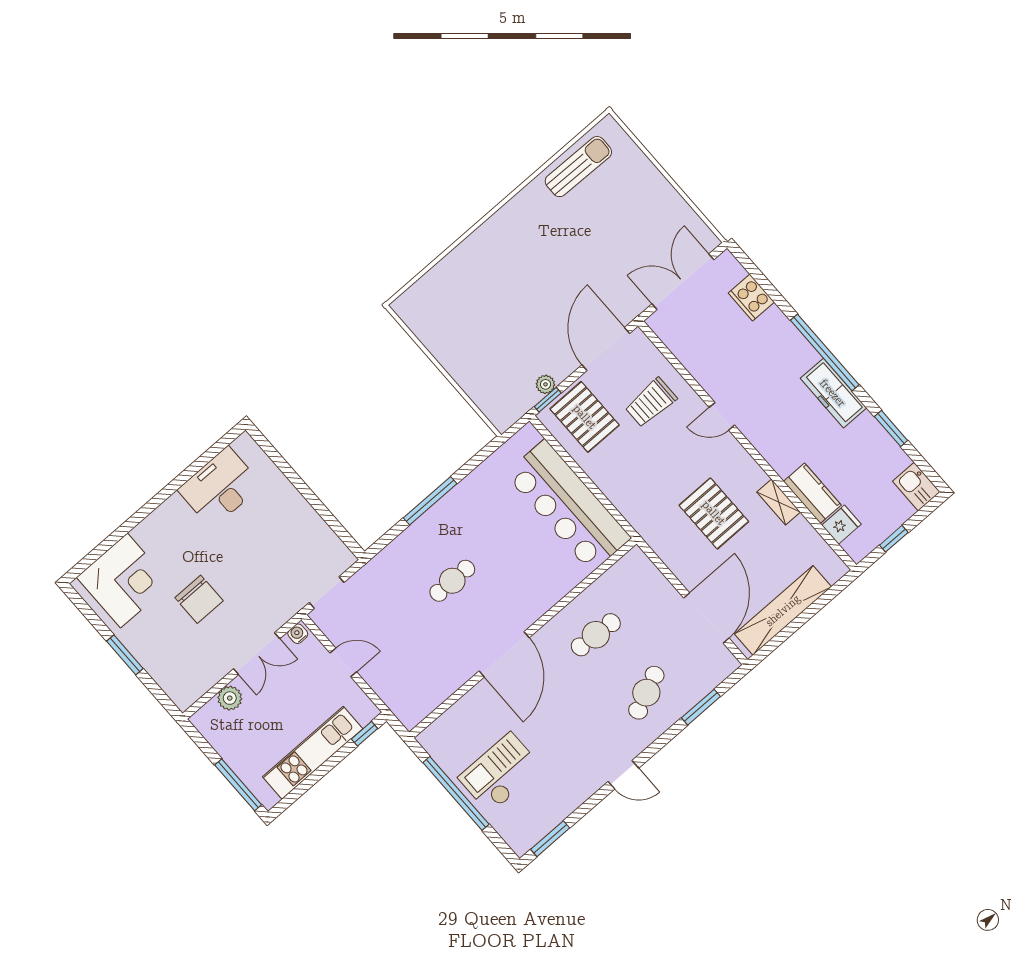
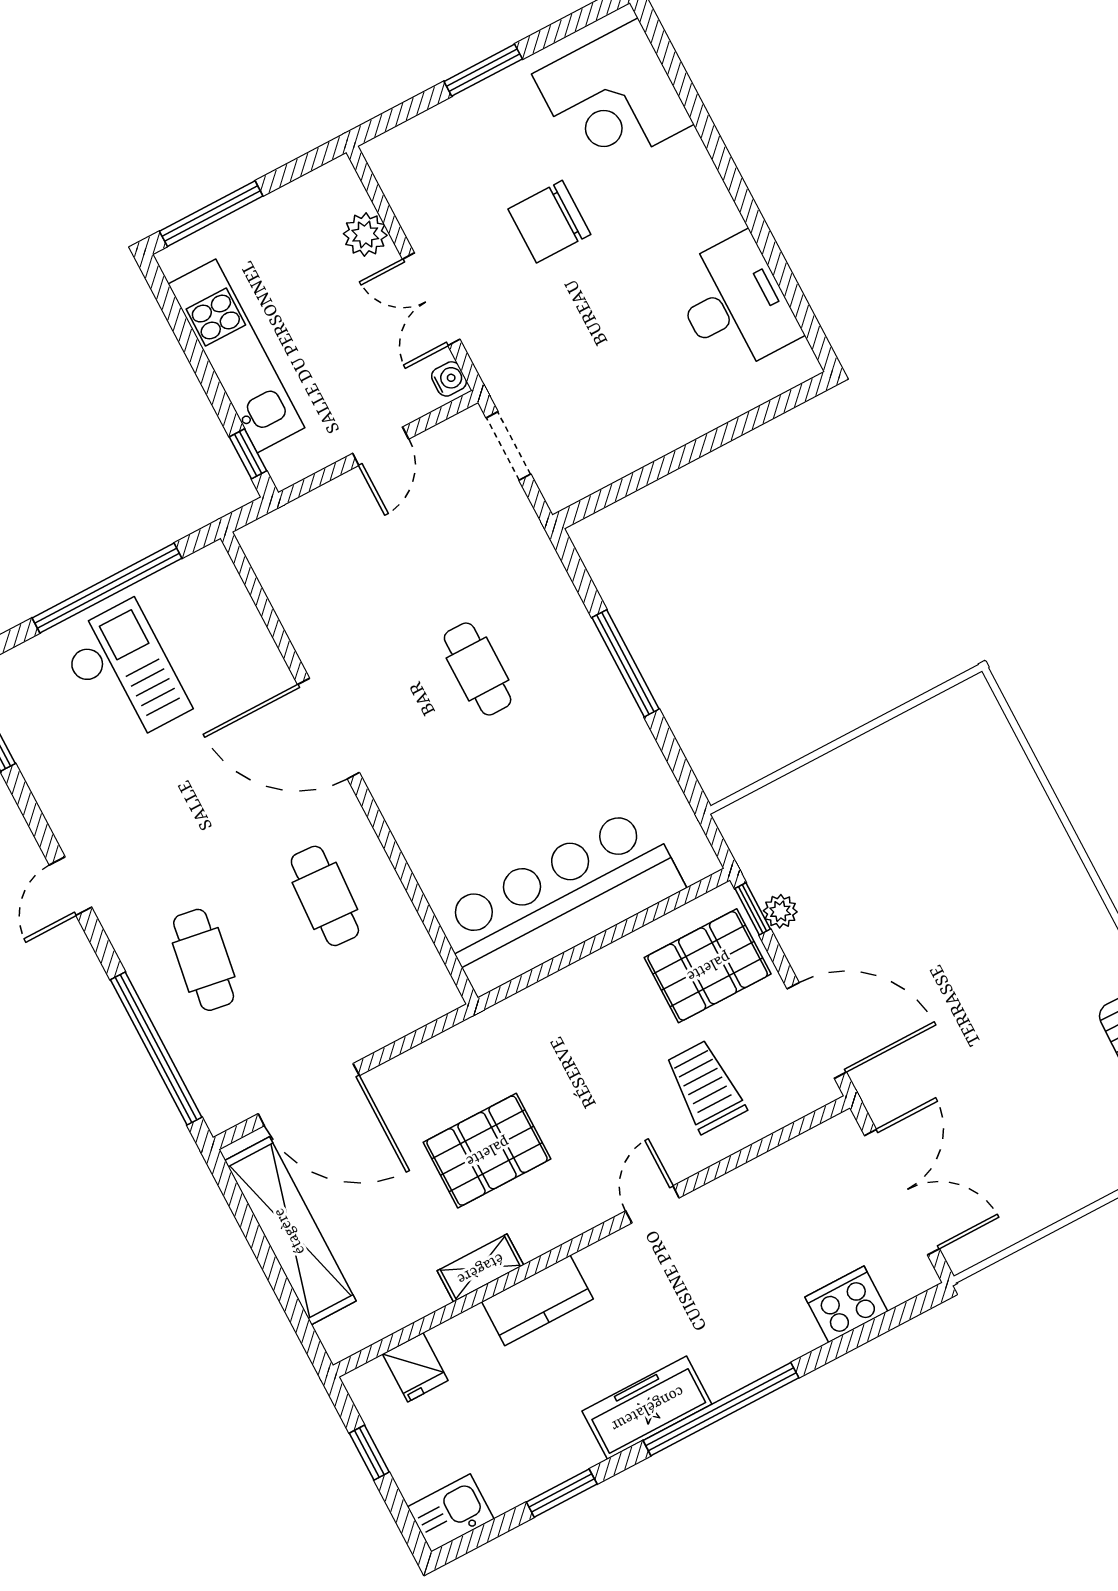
kitchen counter: (812, 493) -> (537, 1300), moved
cafe table: (646, 693) -> (204, 960), turned 33
window: (701, 707) -> (156, 1048), width x2.11

